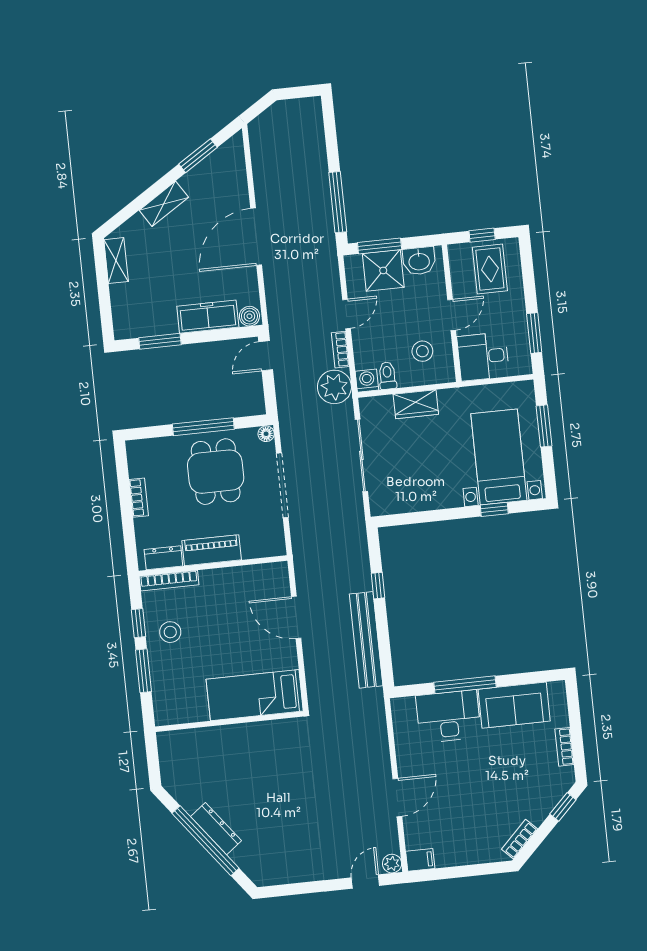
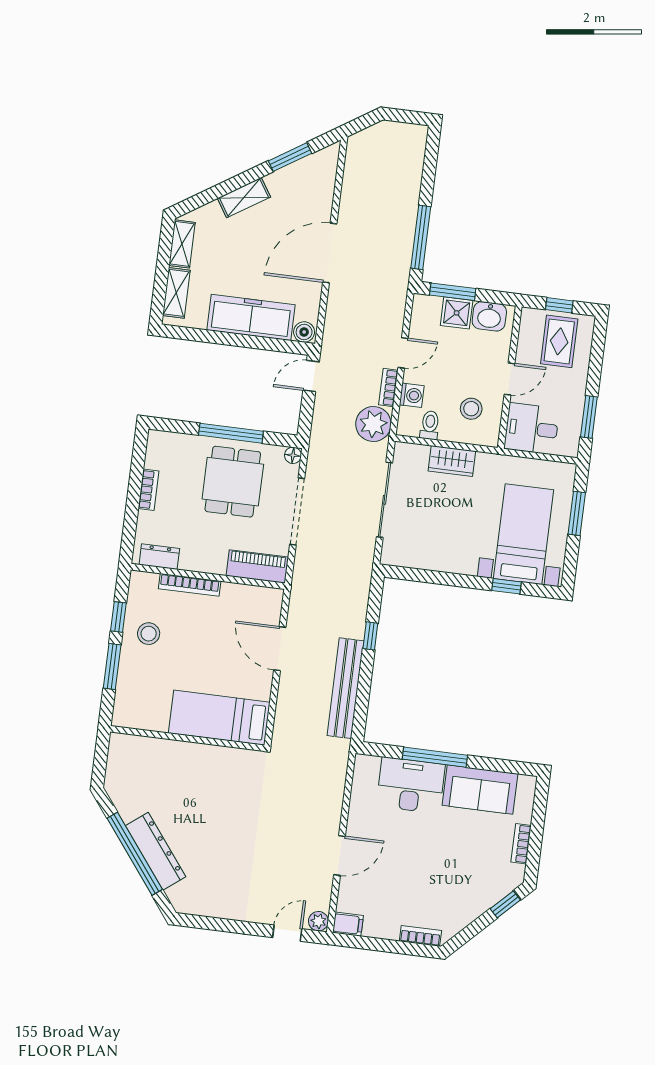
shower: (383, 270) -> (457, 313), width x0.73, depth x0.73
shelving: (122, 308) -> (176, 293), added
freezer: (208, 317) -> (251, 317), width x1.36, depth x1.26
window: (160, 341) -> (207, 336), removed
washing machine: (367, 381) -> (412, 395), moved, turned 90
piano: (212, 550) -> (257, 566), moved
bookcase: (169, 581) -> (190, 585), moved
dresser: (216, 829) -> (156, 851), width x1.37, depth x1.24
bookcase: (520, 839) -> (420, 936), moved, turned 45

